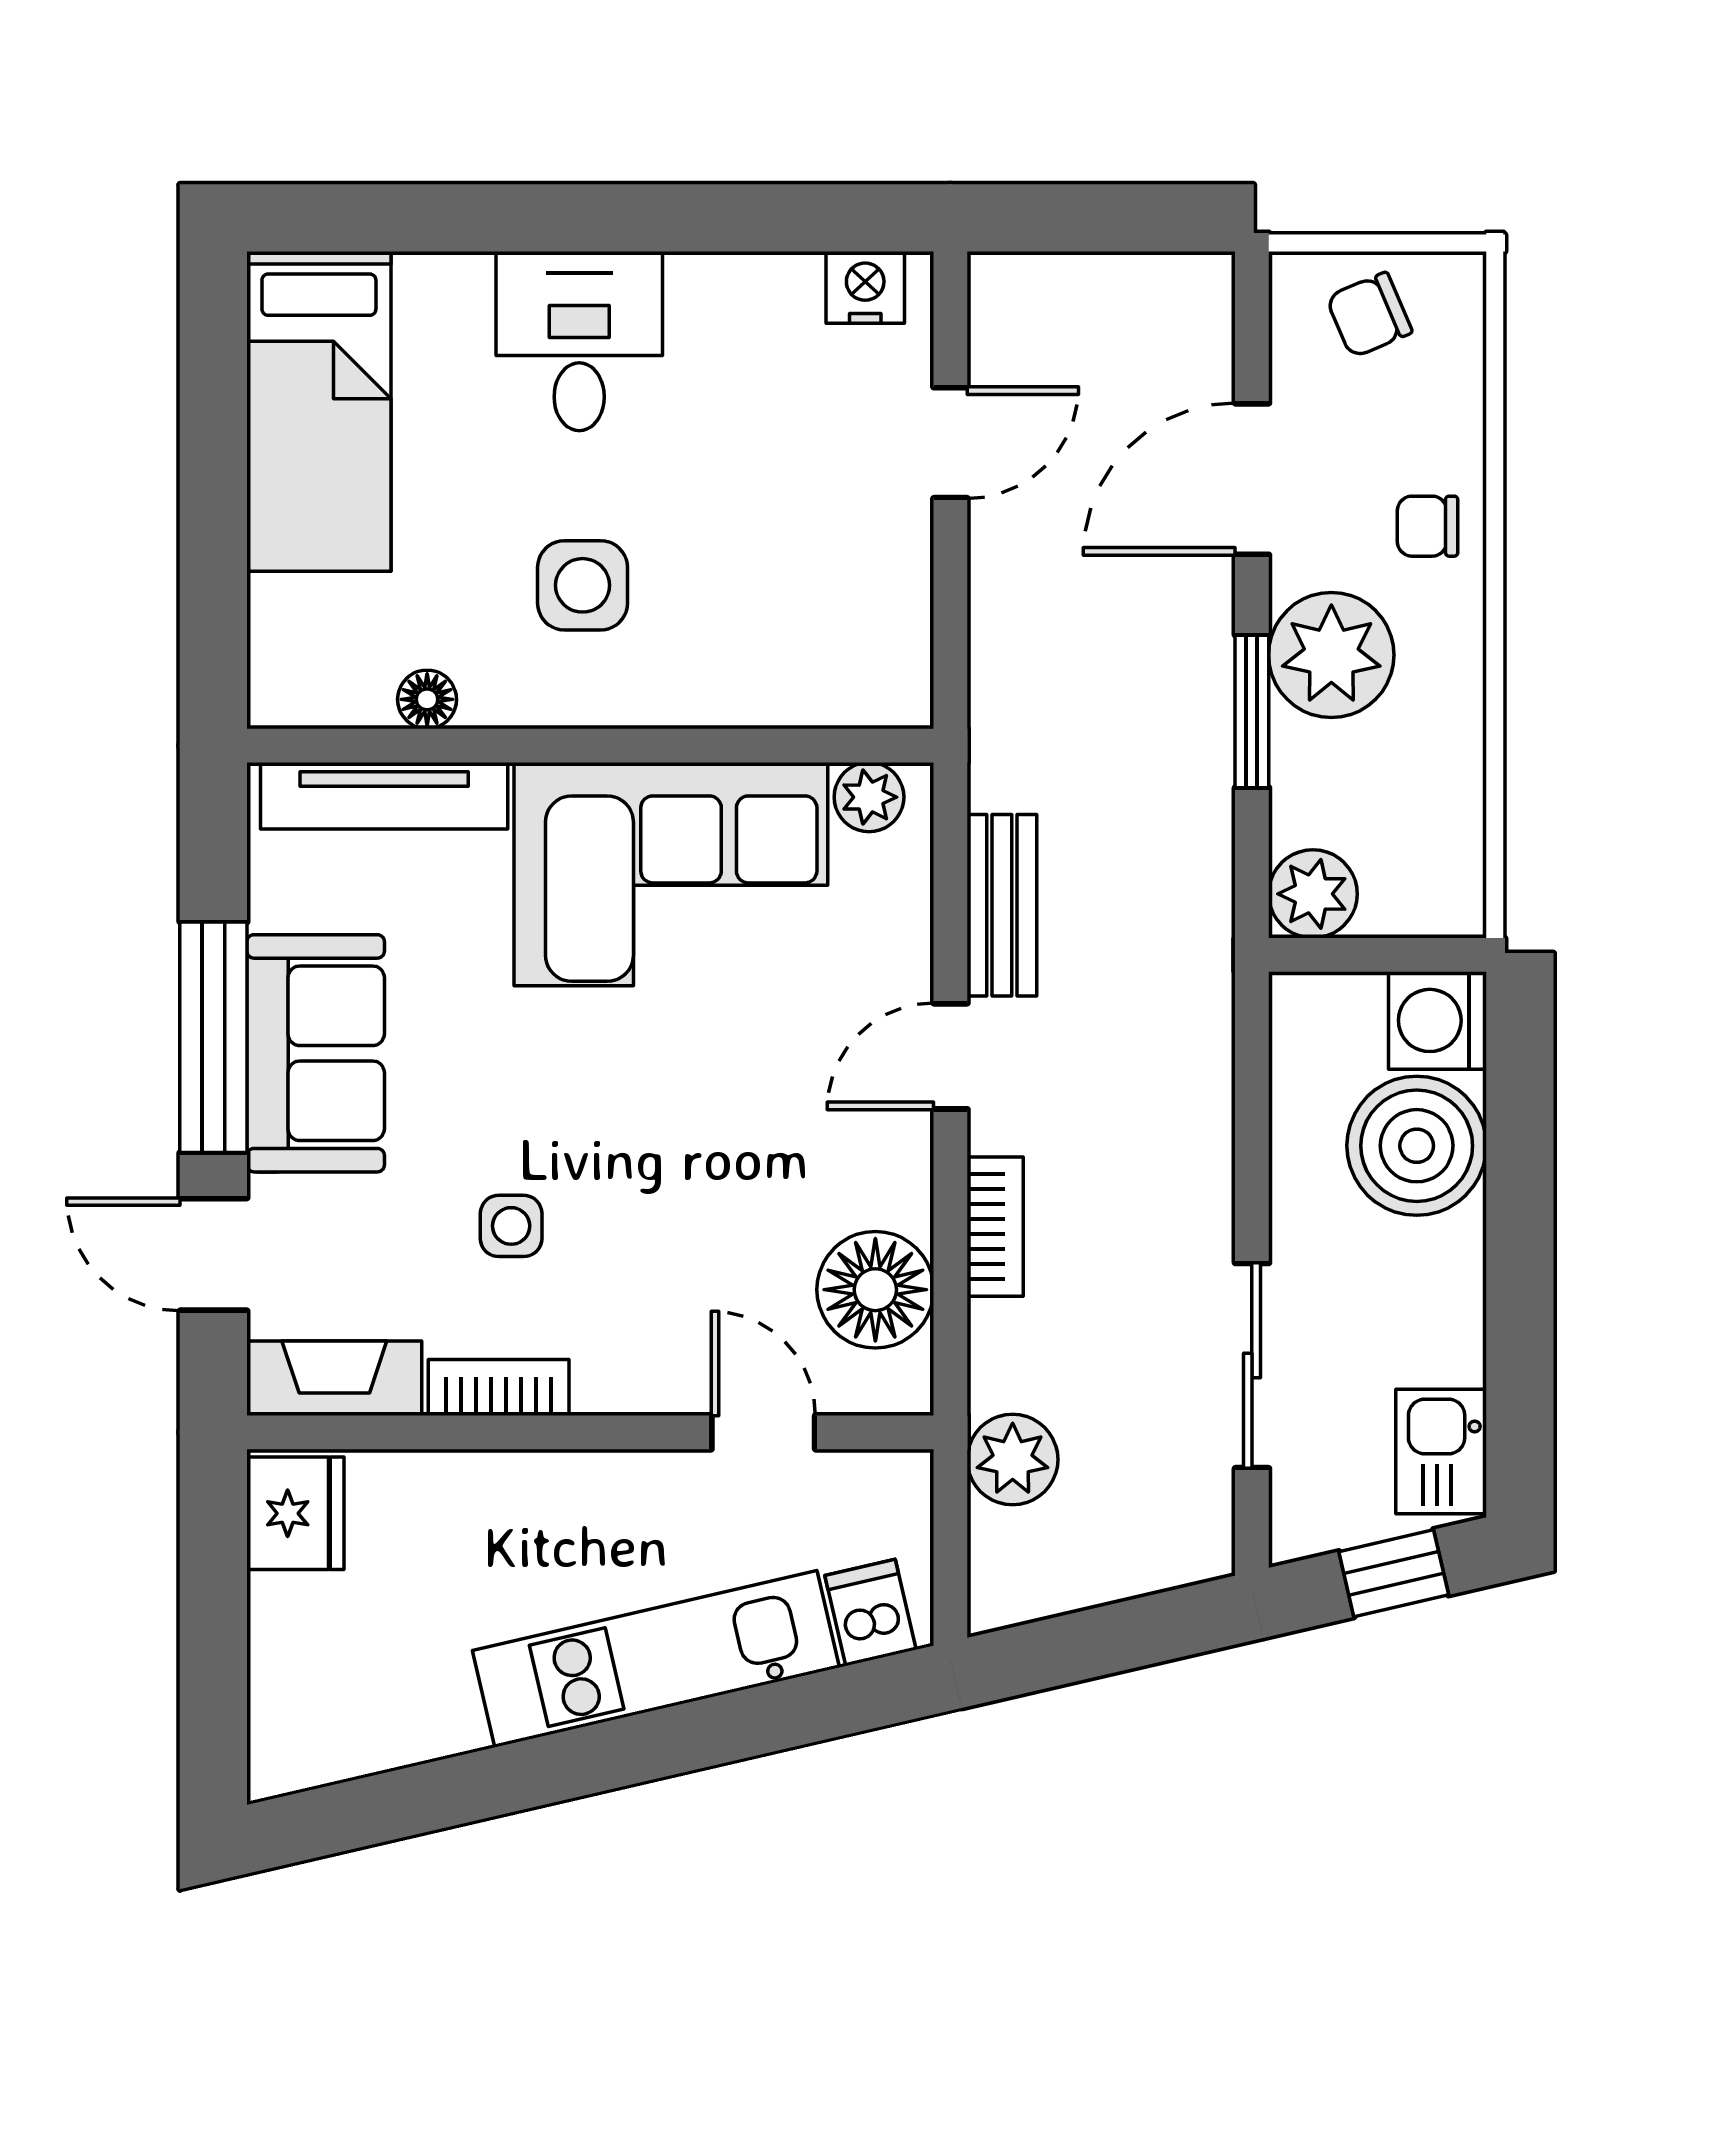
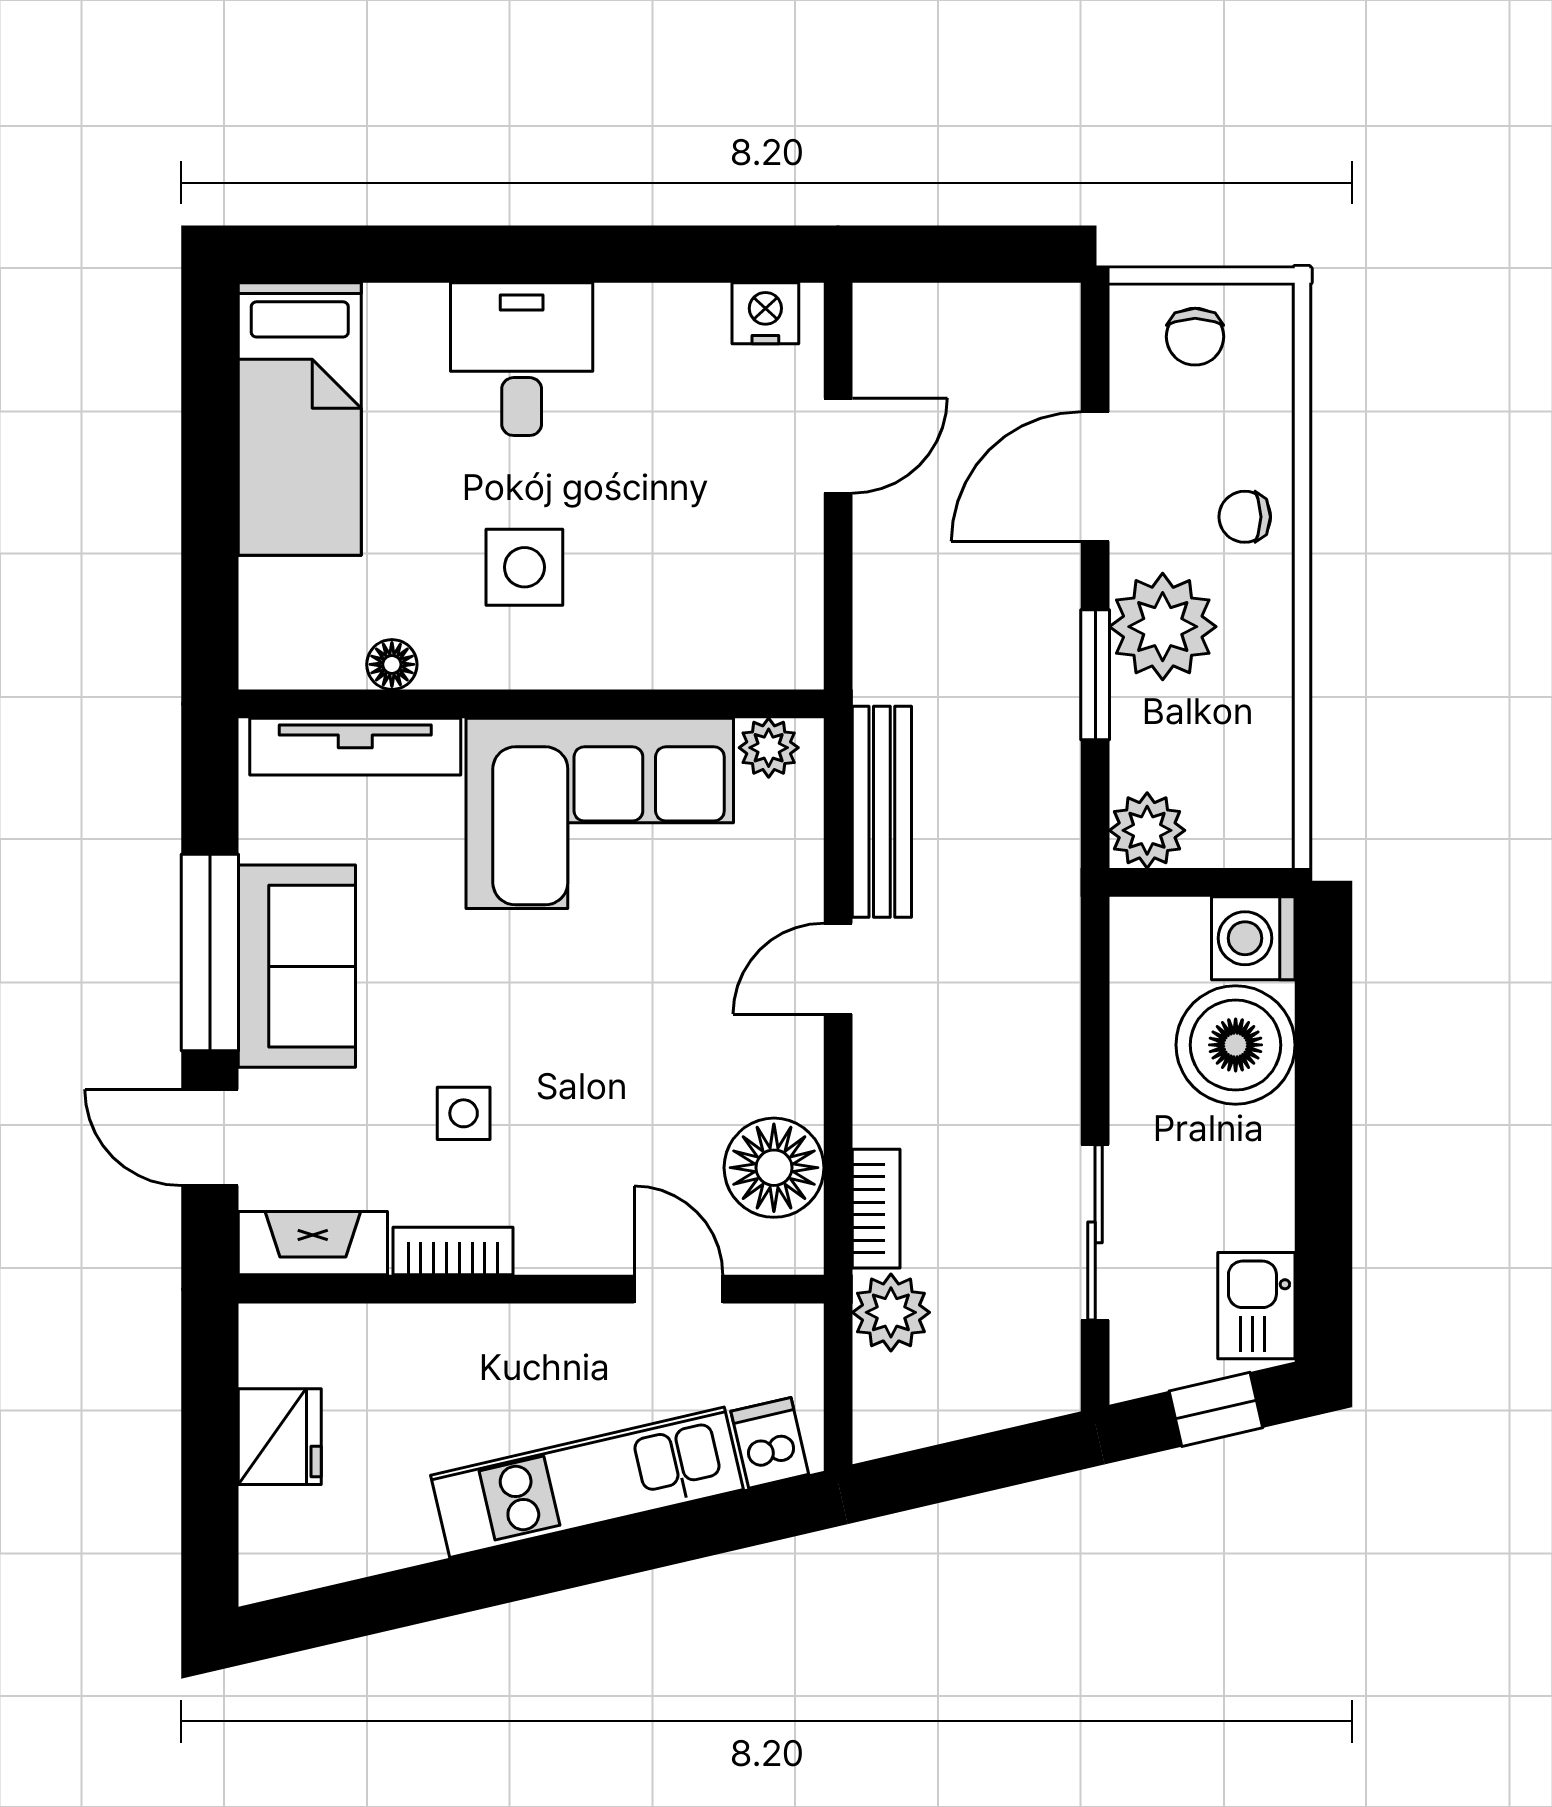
chair: (1369, 315) -> (1195, 337), turned -67
bench: (1002, 905) -> (882, 812), width x1.36
bookcase: (995, 1227) -> (876, 1209), moved
fridge: (295, 1513) -> (280, 1437), moved

